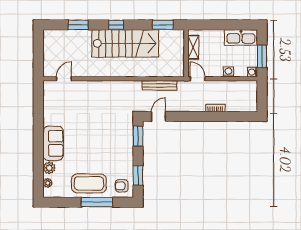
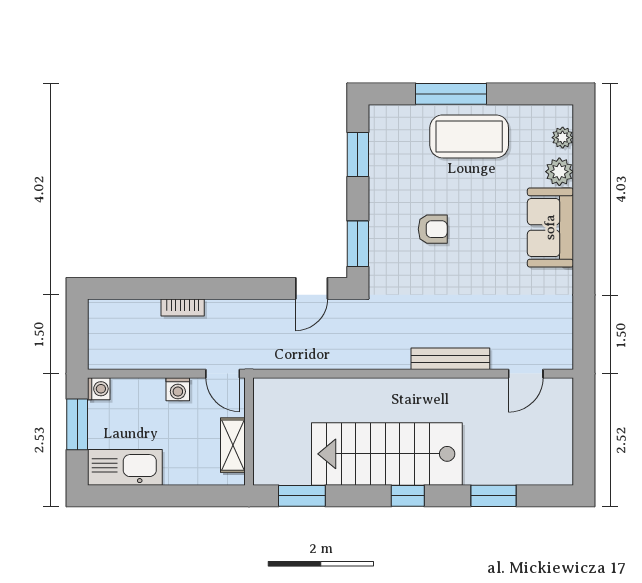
washing machine: (228, 72) -> (178, 389), moved
bench: (160, 85) -> (450, 359), moved
armchair: (122, 186) -> (433, 229), moved

